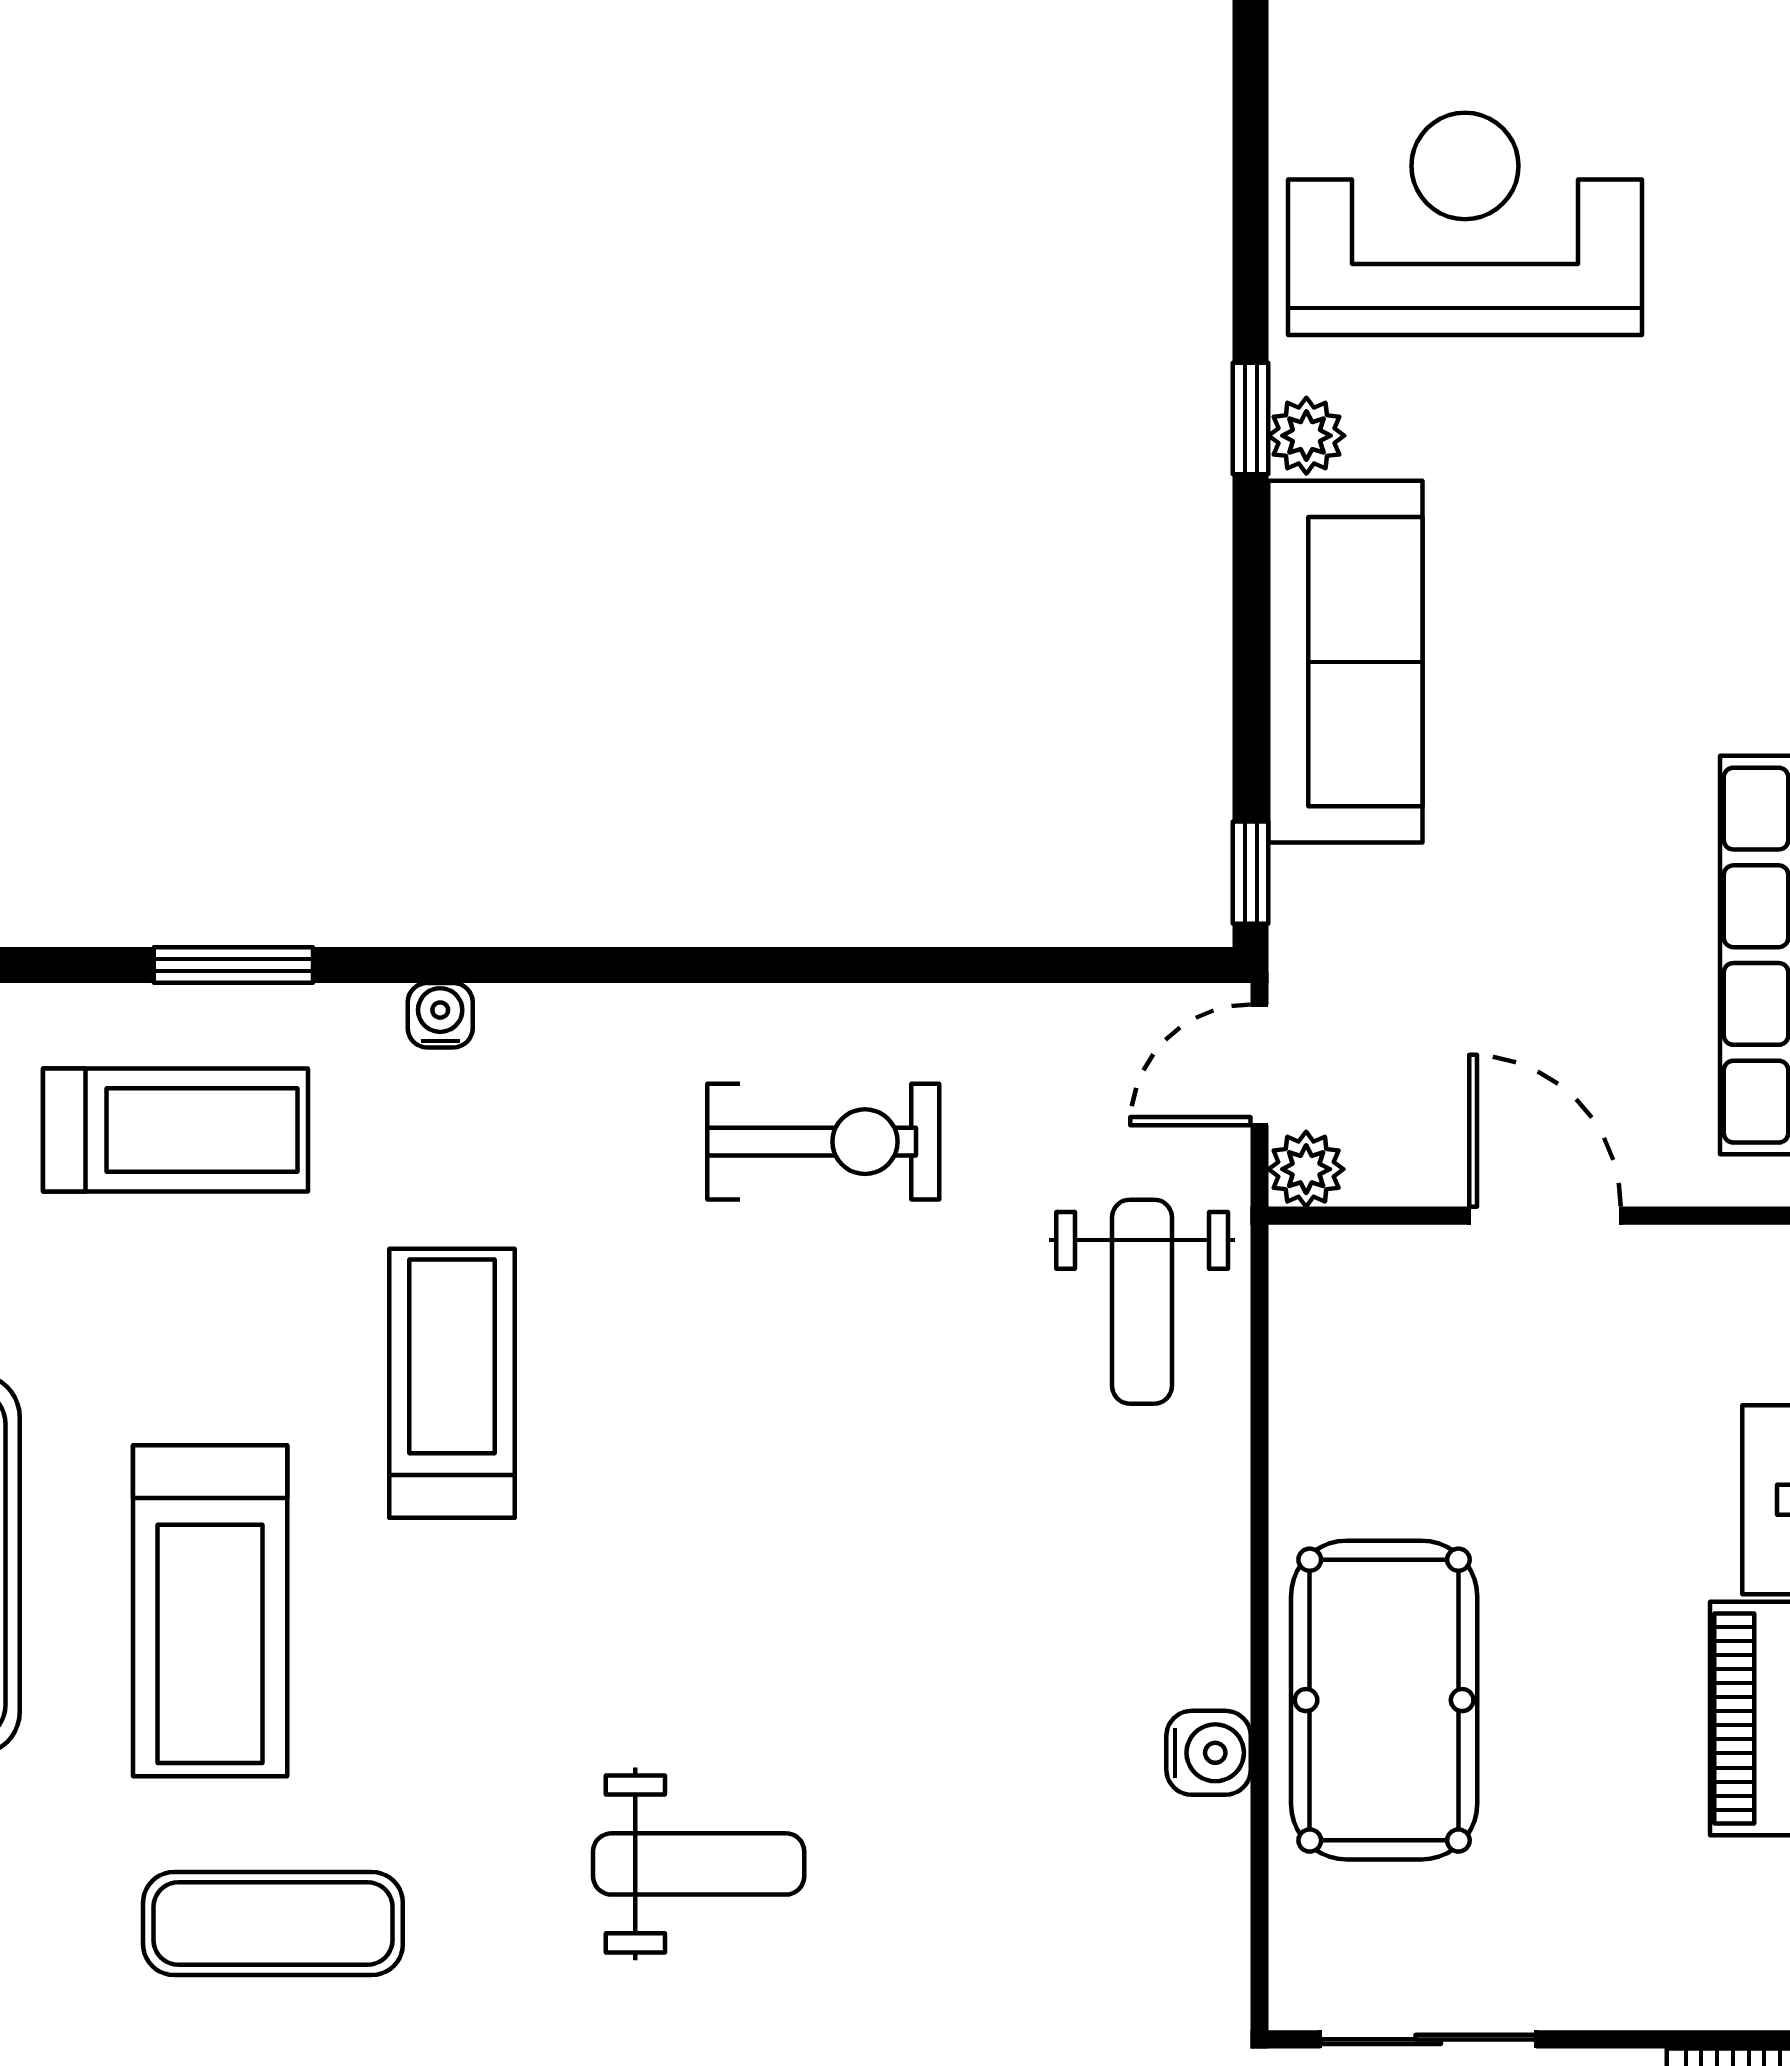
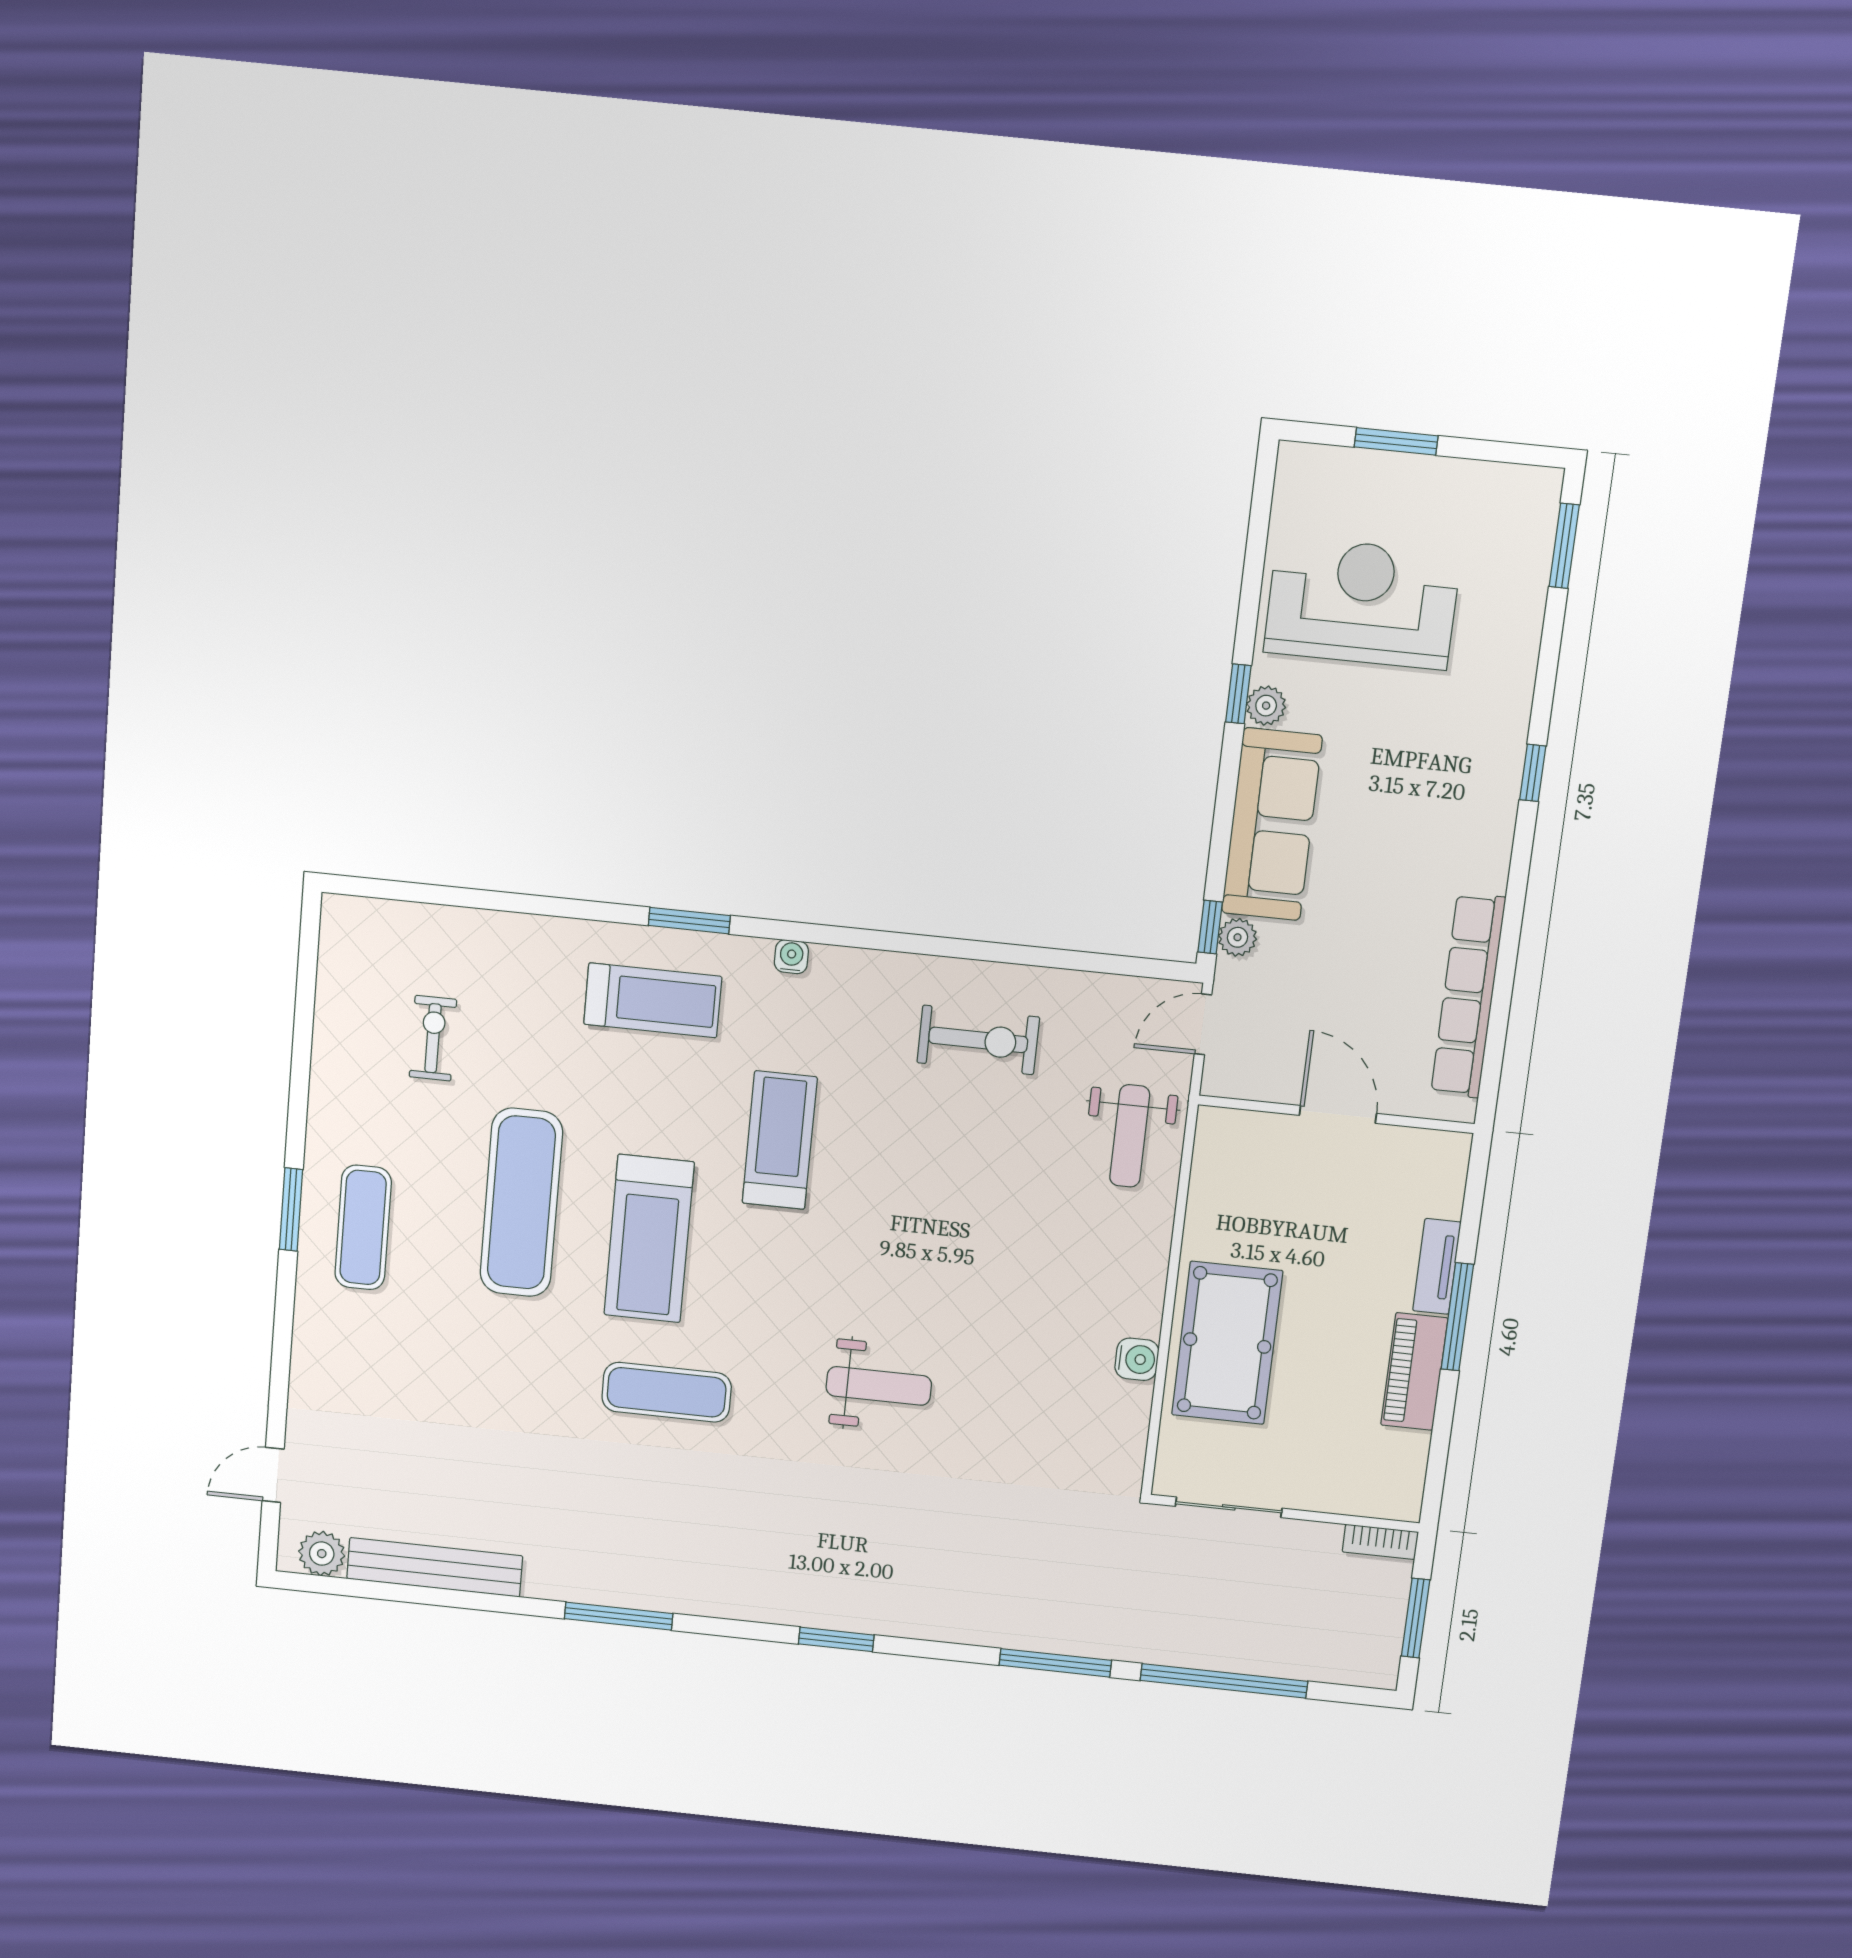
plant: (1306, 1169) -> (1238, 937), moved

